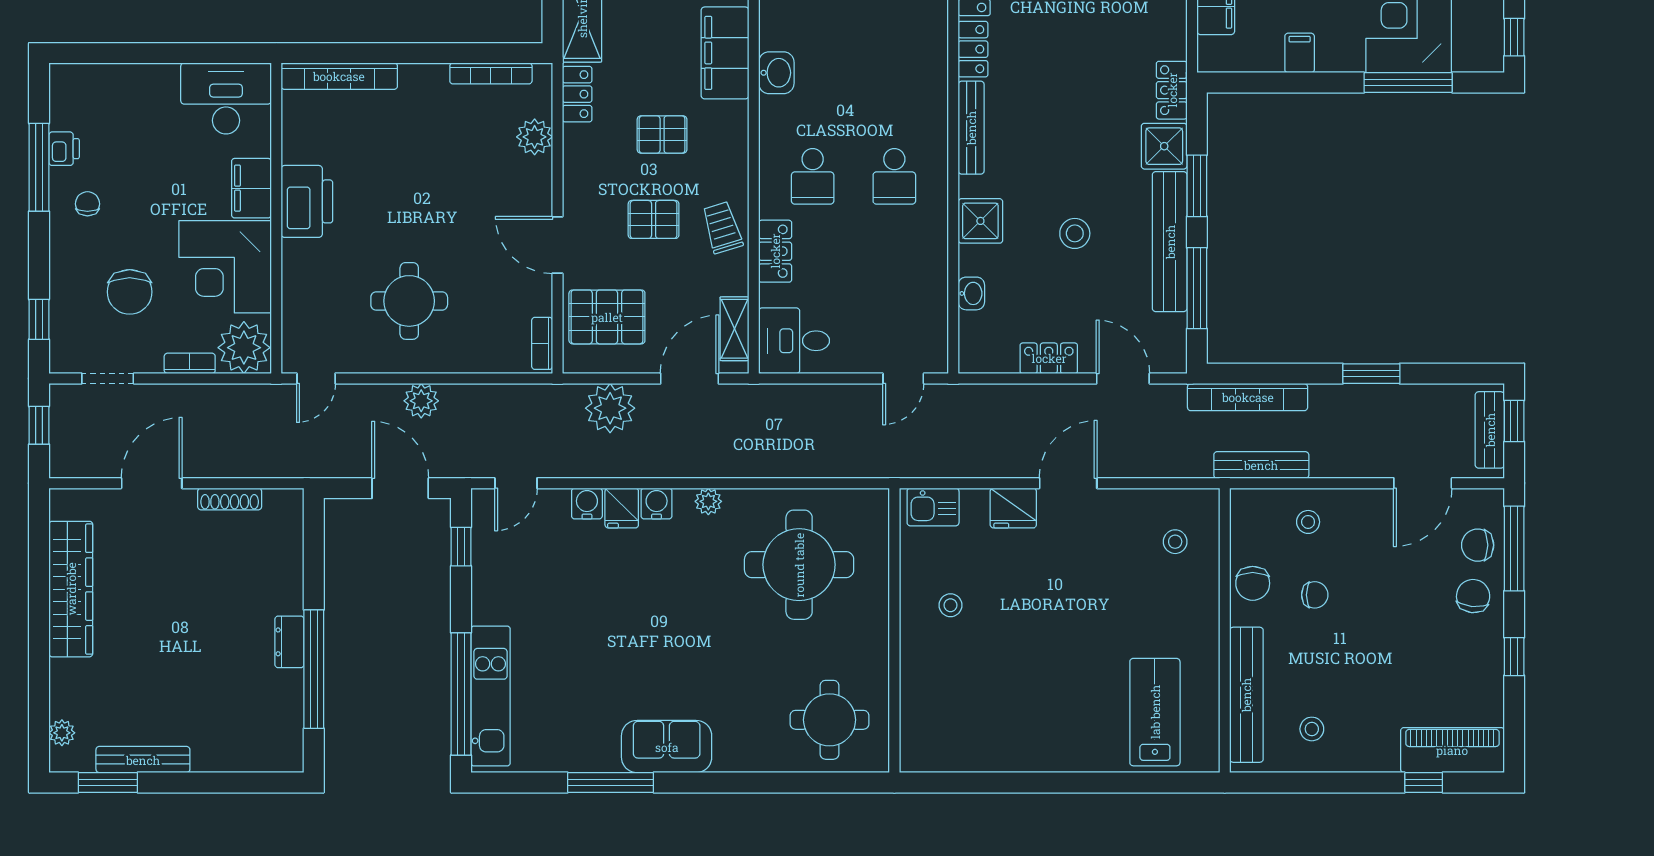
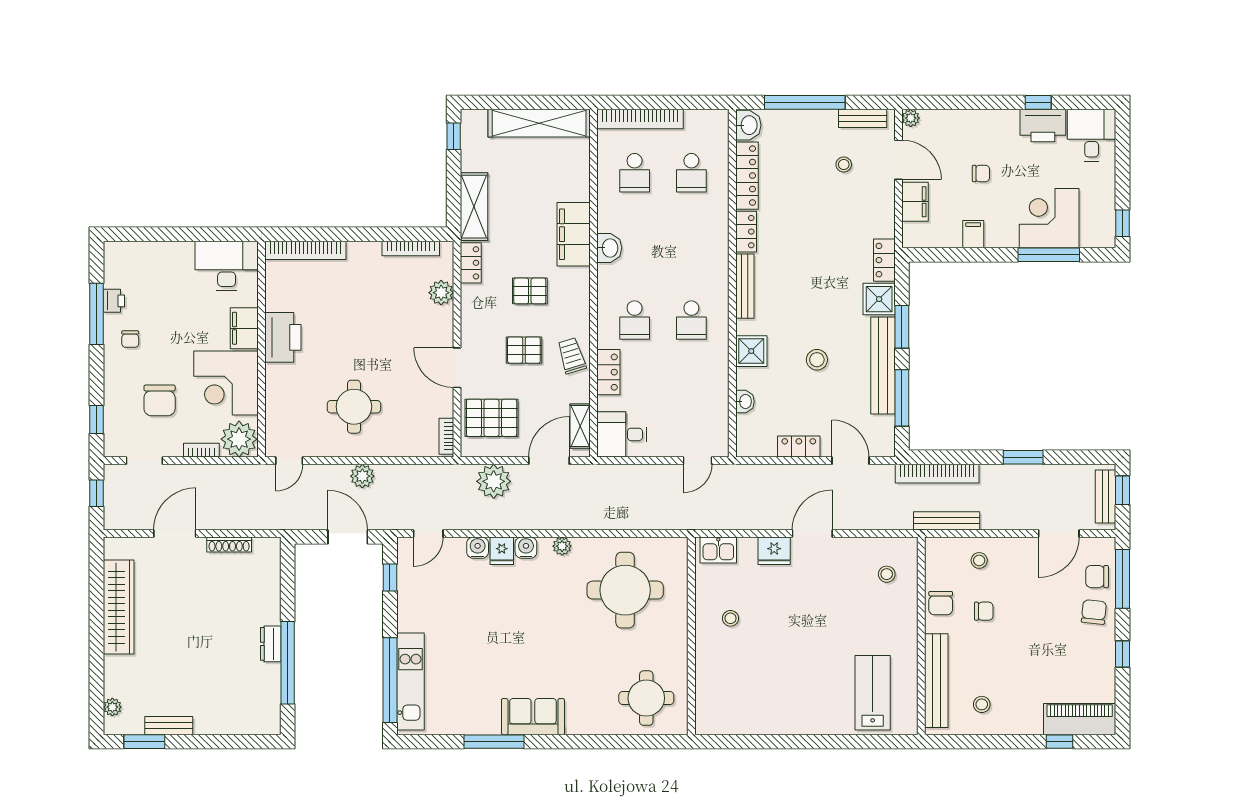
chair: (87, 204) -> (130, 339), turned 180
bench: (143, 760) -> (169, 726), width x0.73

